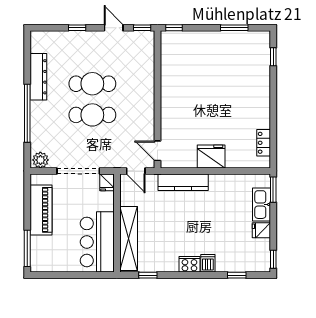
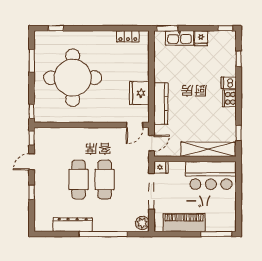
round table: (214, 77) -> (73, 78), added
fridge: (211, 156) -> (139, 93), moved

